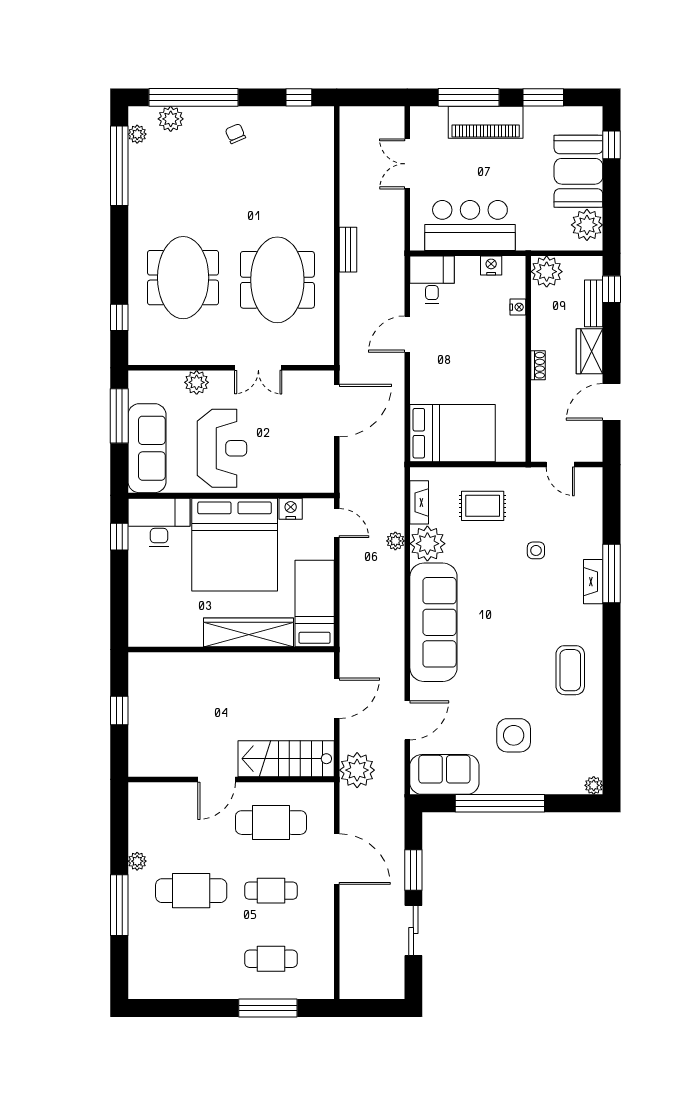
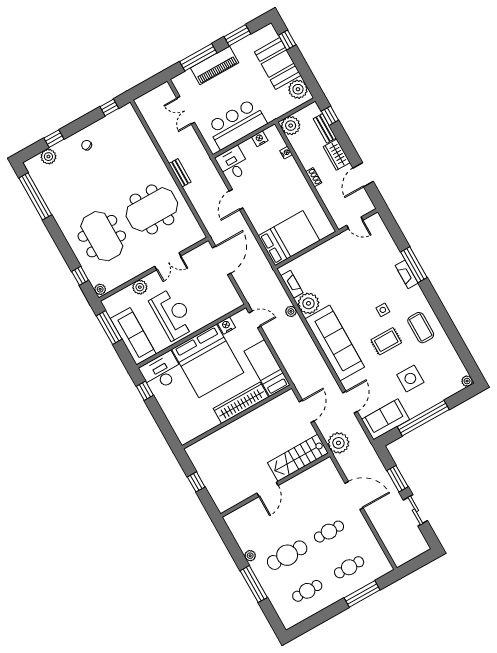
window: (193, 97) -> (54, 139), width x0.32
plant: (137, 134) -> (100, 289), moved
meeting table: (277, 280) -> (152, 209), turned 90
rug: (483, 506) -> (386, 341), moved
side table: (536, 550) -> (383, 310), moved
cafe table: (271, 823) -> (307, 591), moved, width x0.73, depth x0.74

